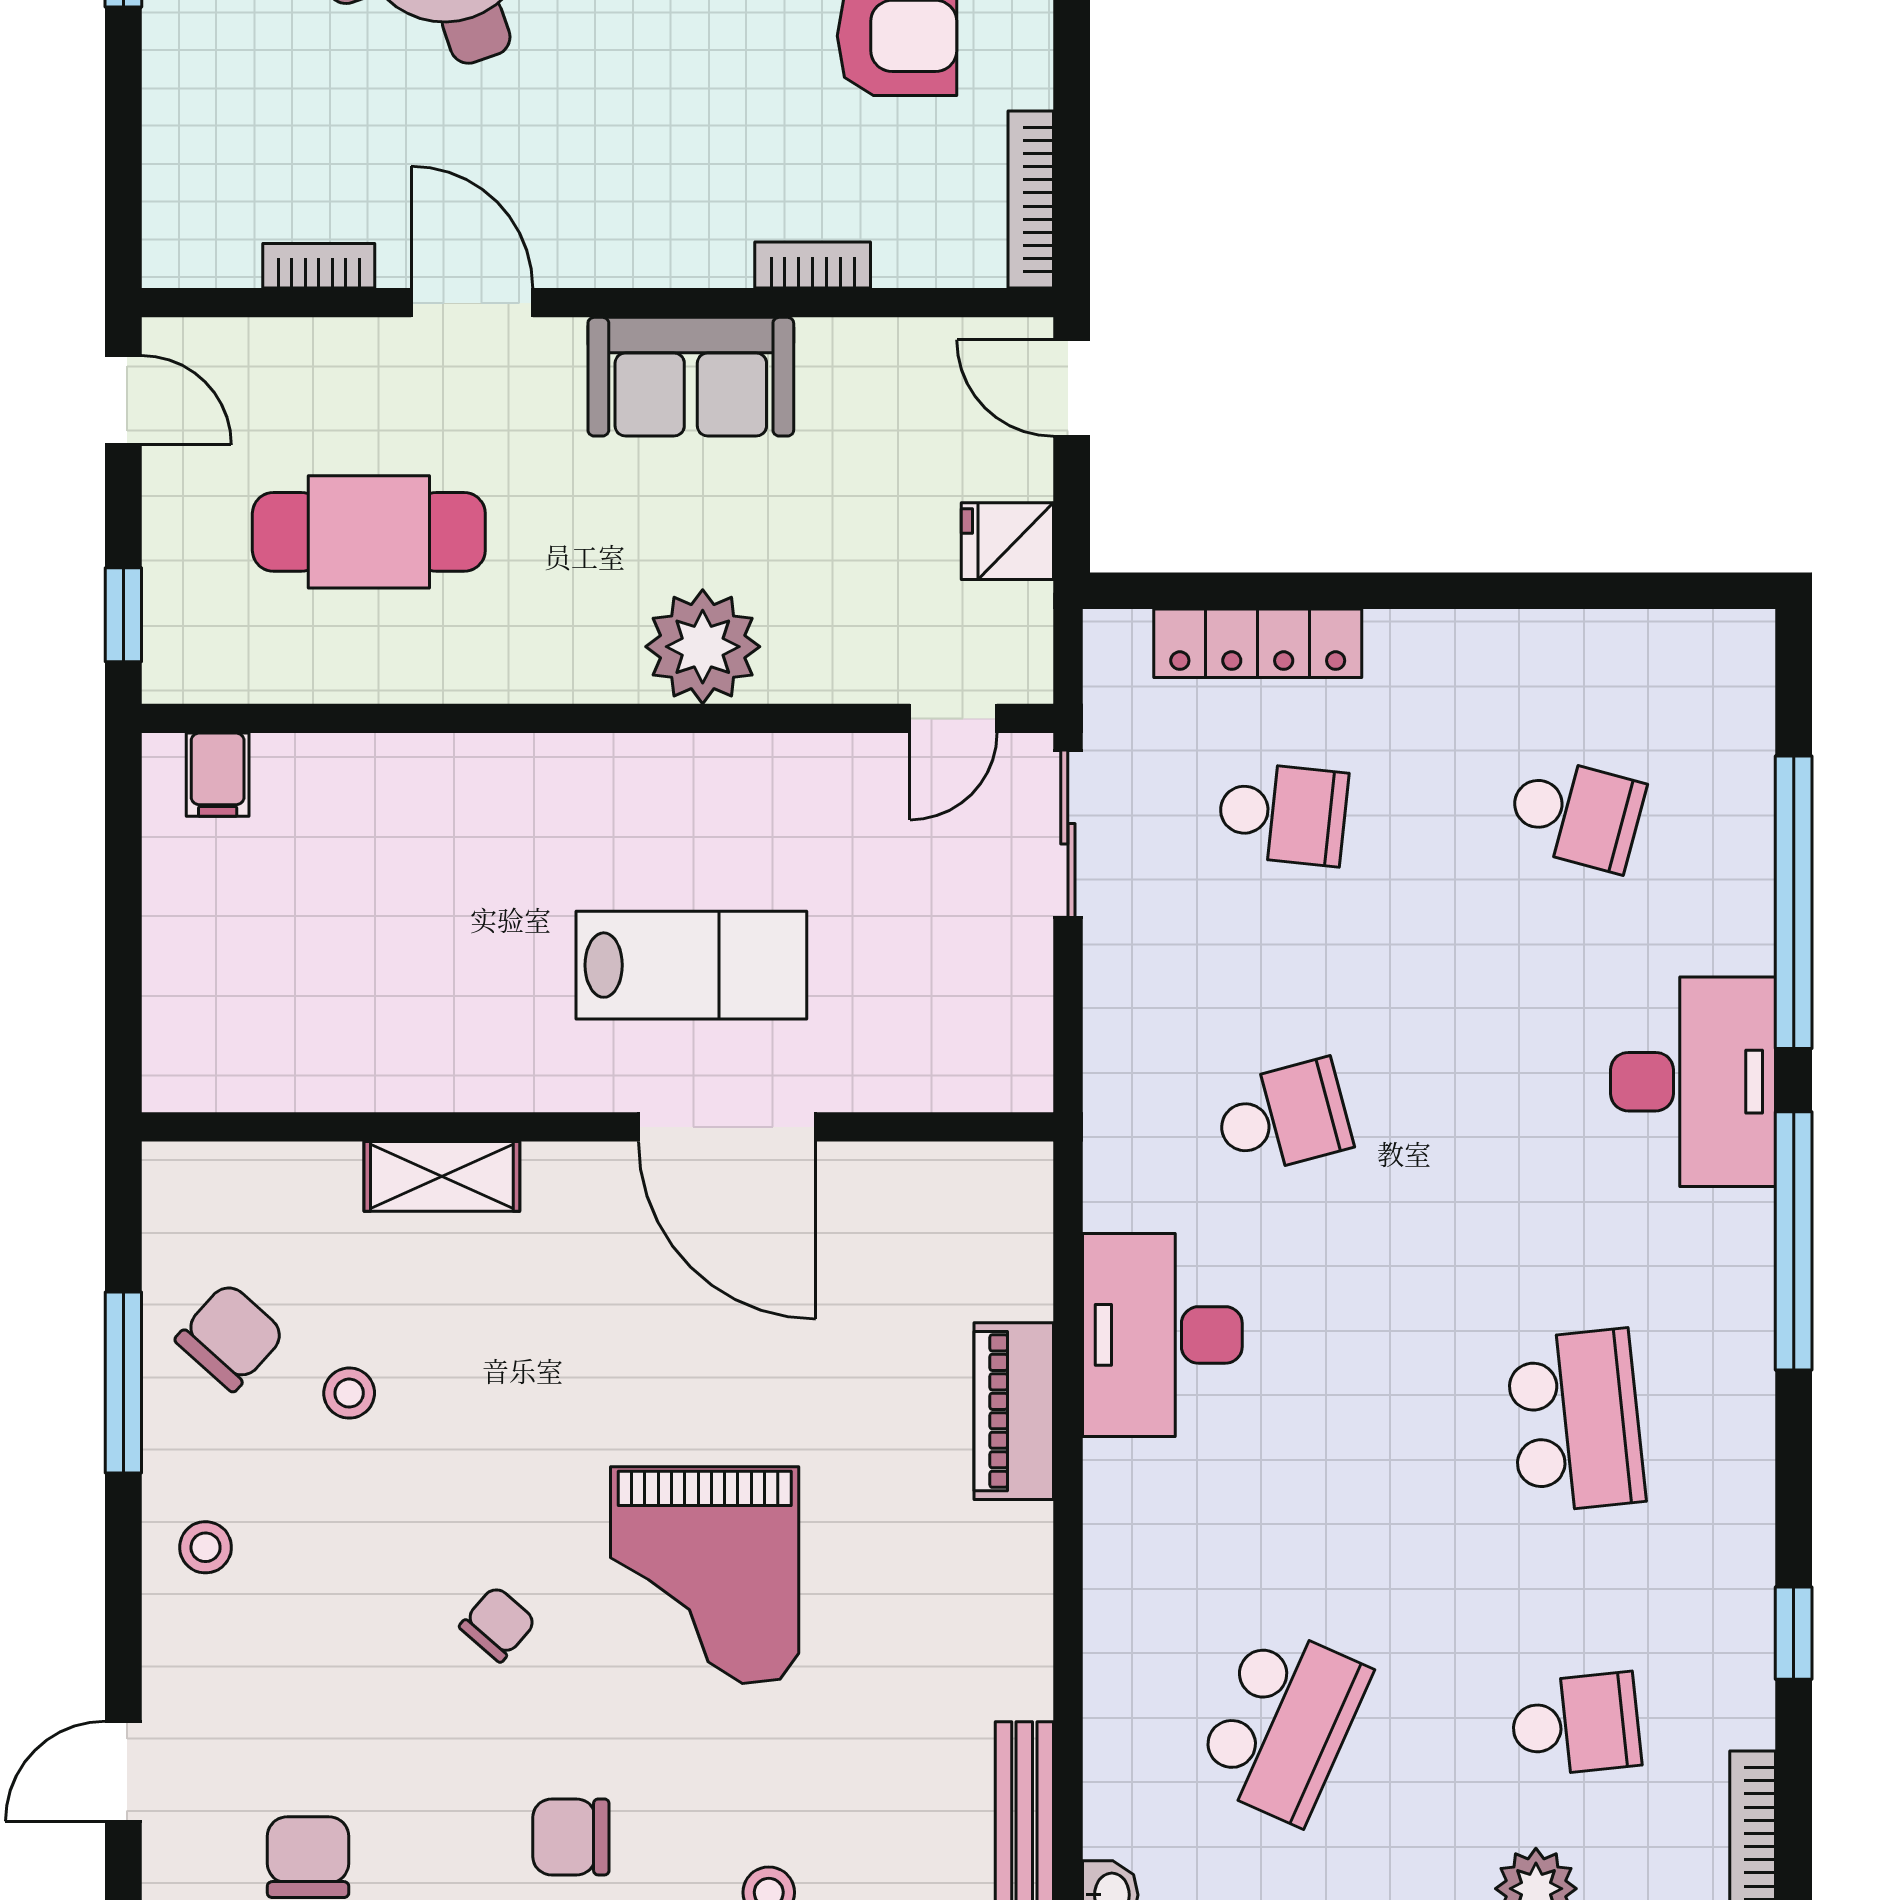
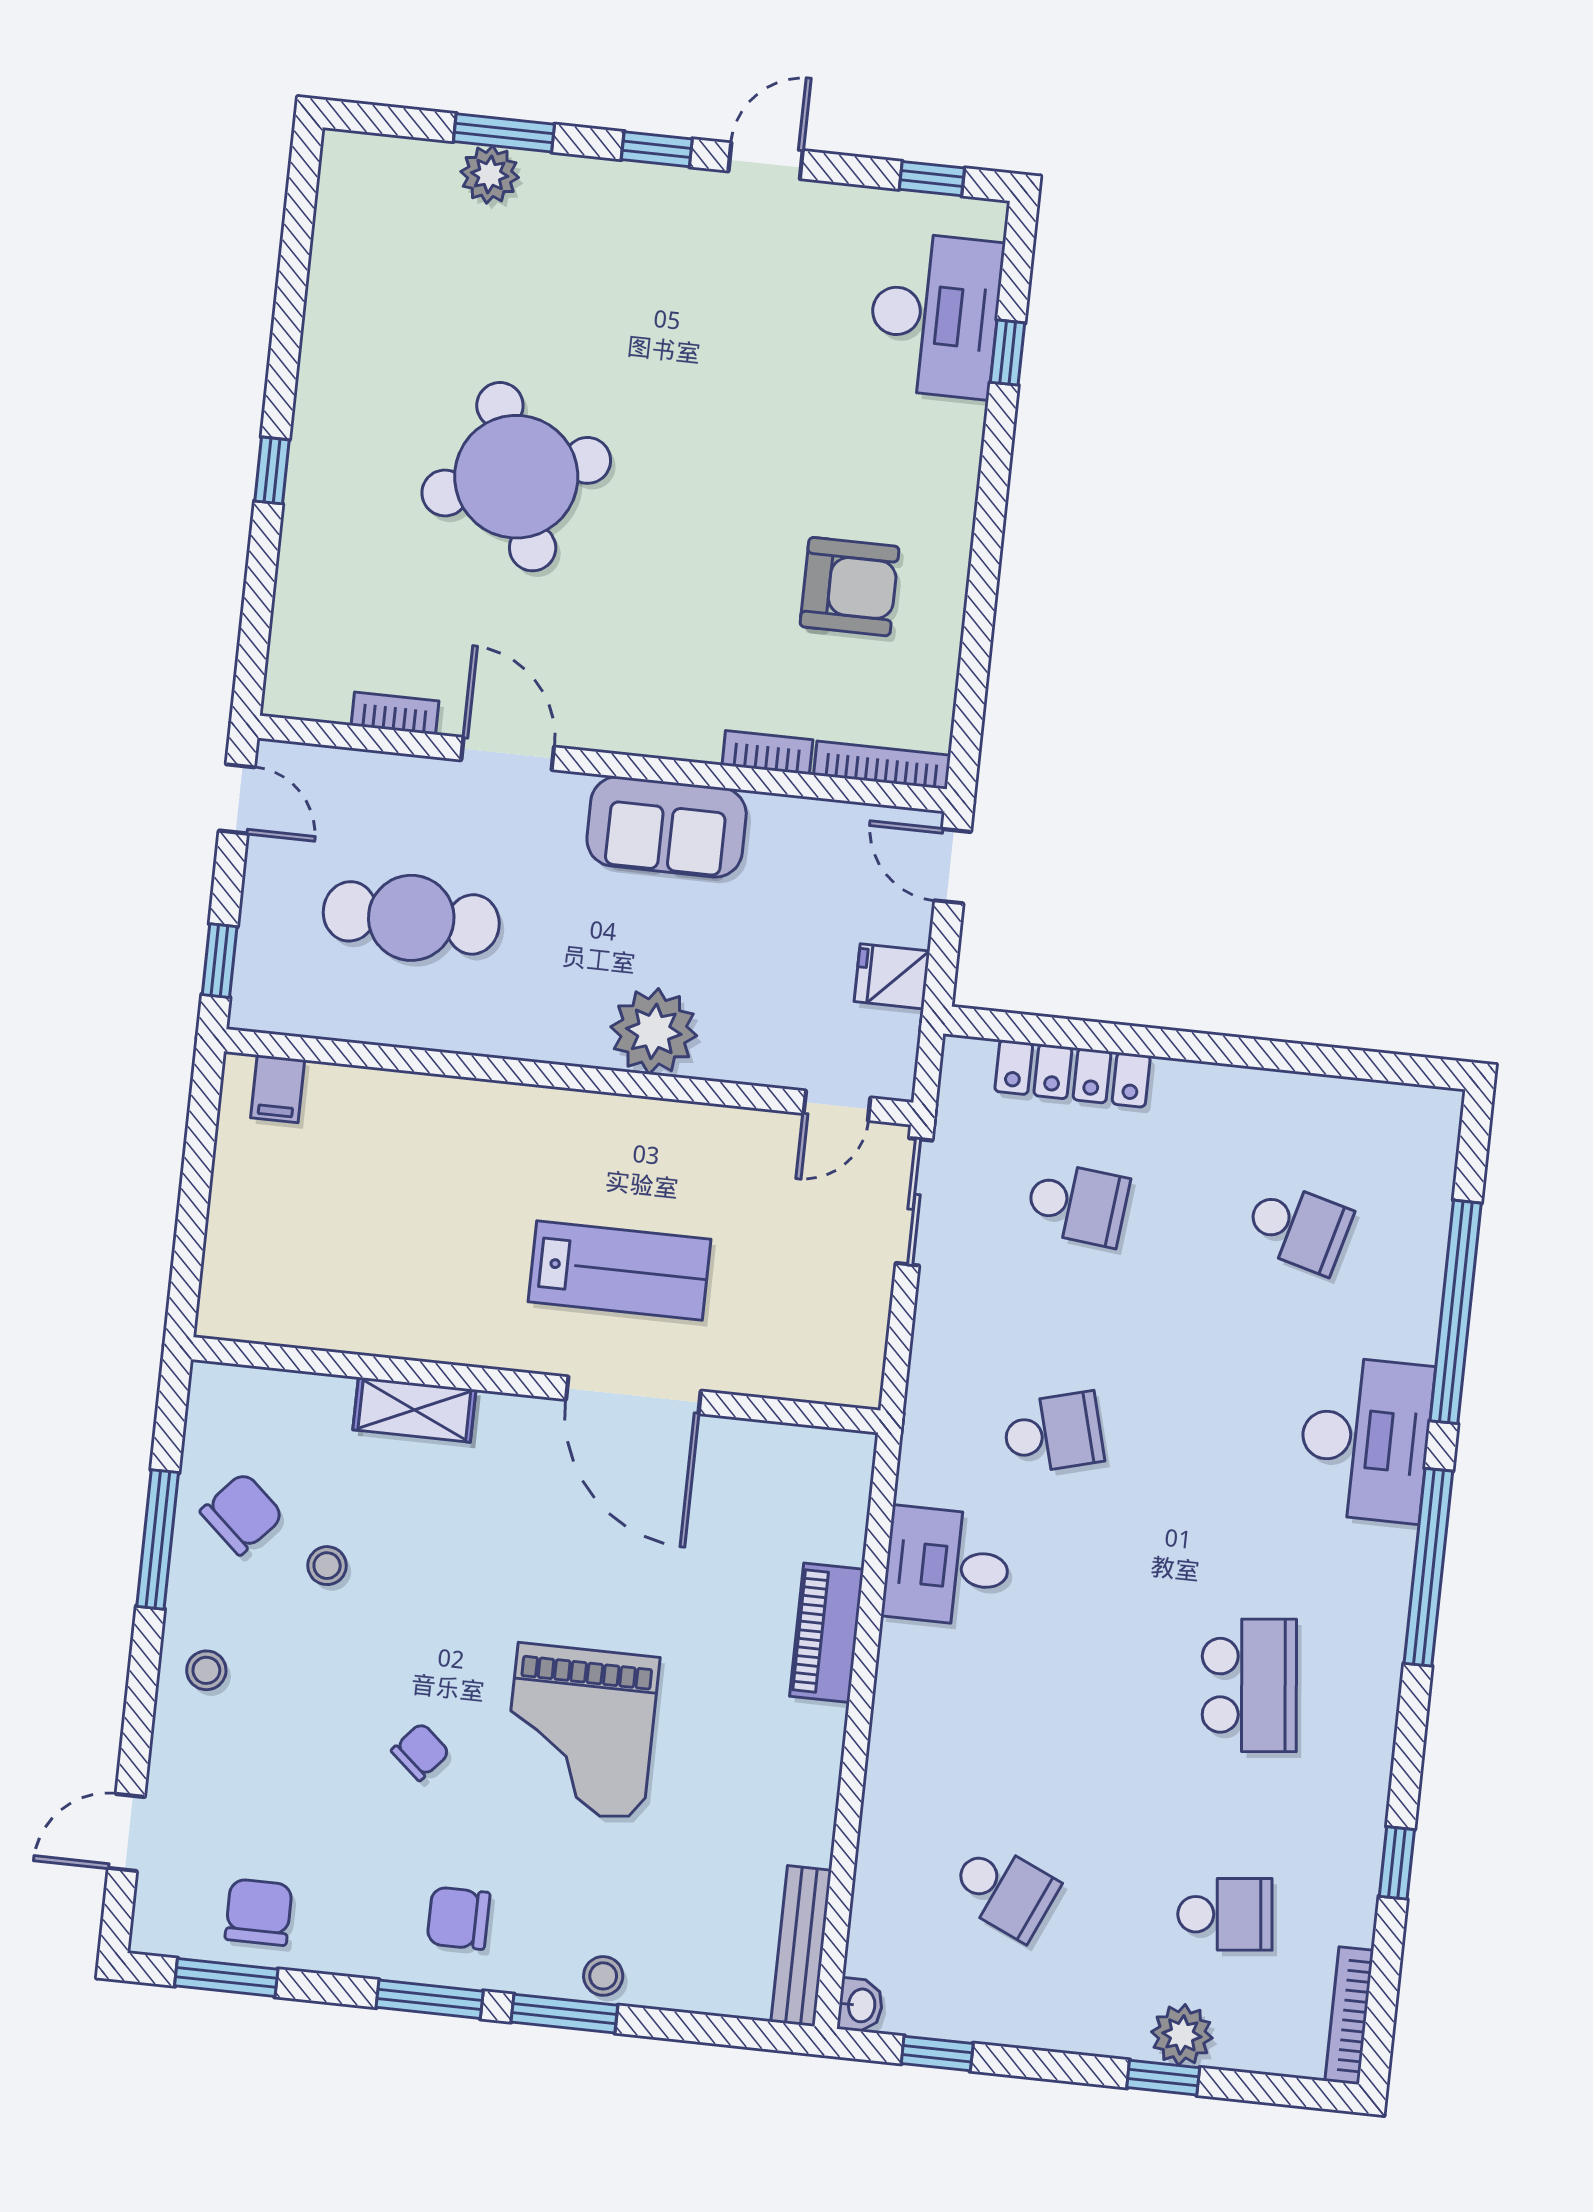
bookcase: (1031, 200) -> (882, 765), moved, turned 90
desk: (1162, 1335) -> (947, 1567), width x0.73
school desk: (1283, 1724) -> (1004, 1891), width x0.54

